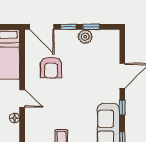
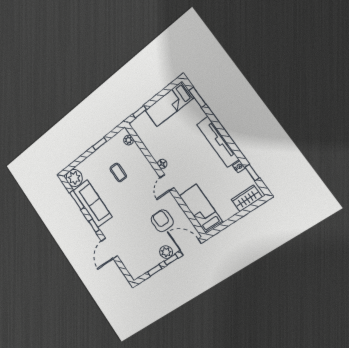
plant: (85, 37) -> (166, 252), moved
door: (22, 98) -> (167, 183), hinge flipped

